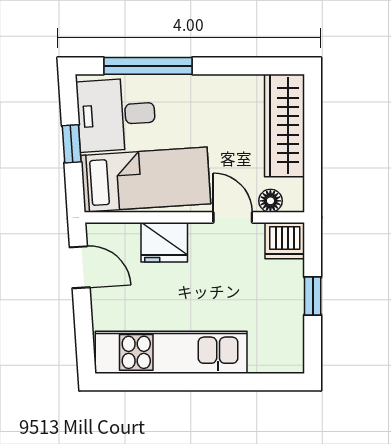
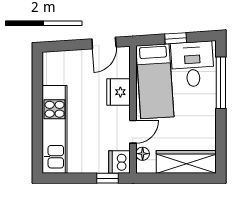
window: (313, 296) -> (108, 178), moved
kitchen unit: (171, 352) -> (55, 129), moved

